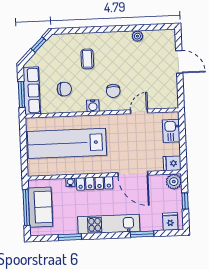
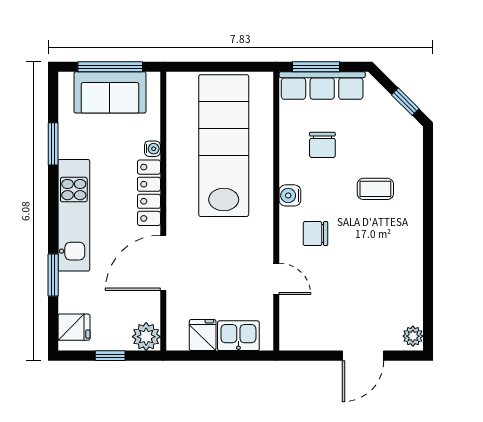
plant: (137, 36) -> (413, 336), moved
fridge: (172, 163) -> (203, 335), moved

